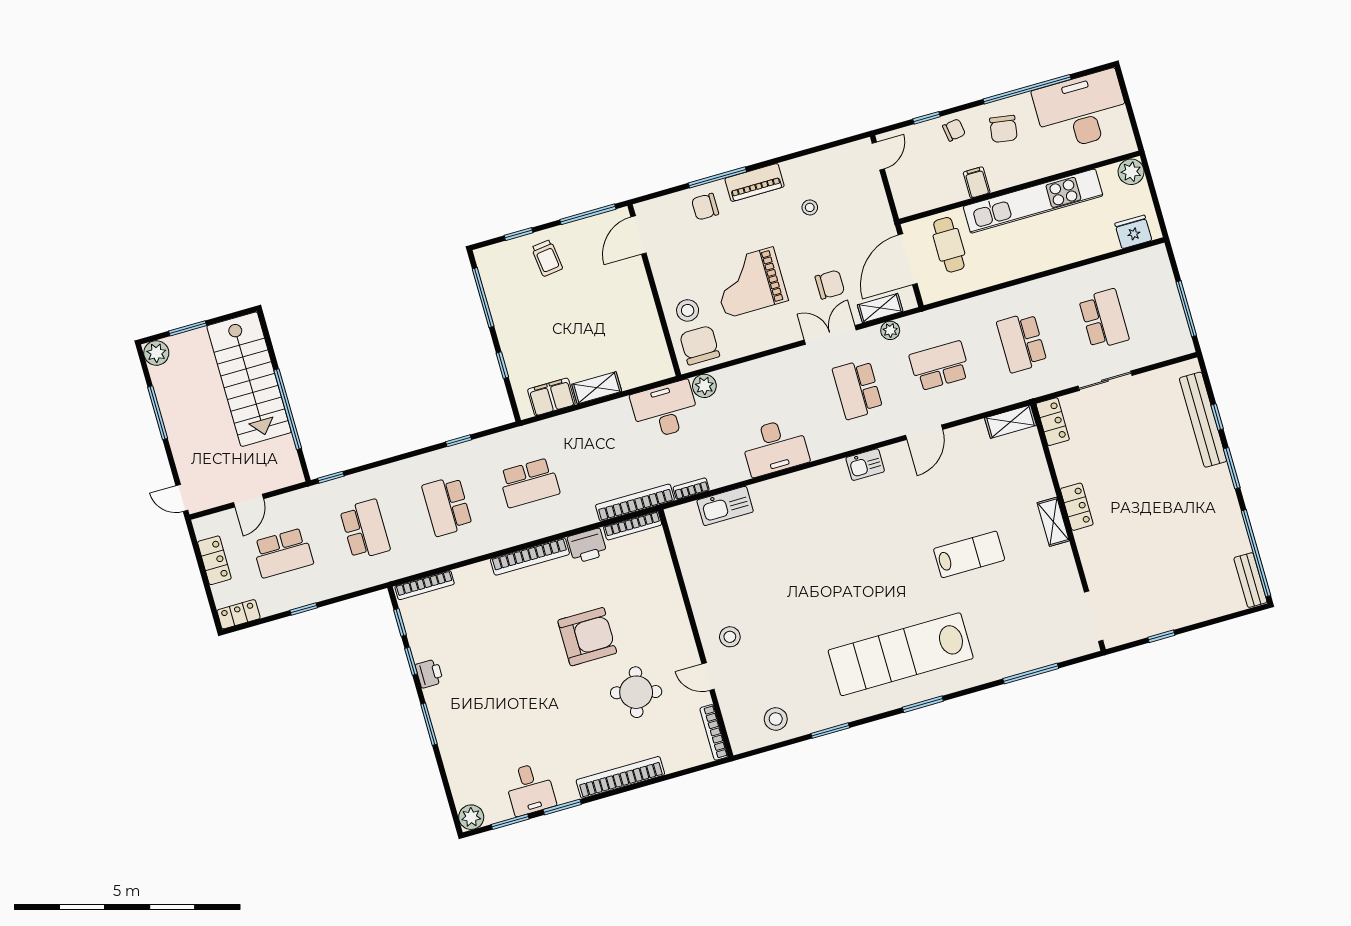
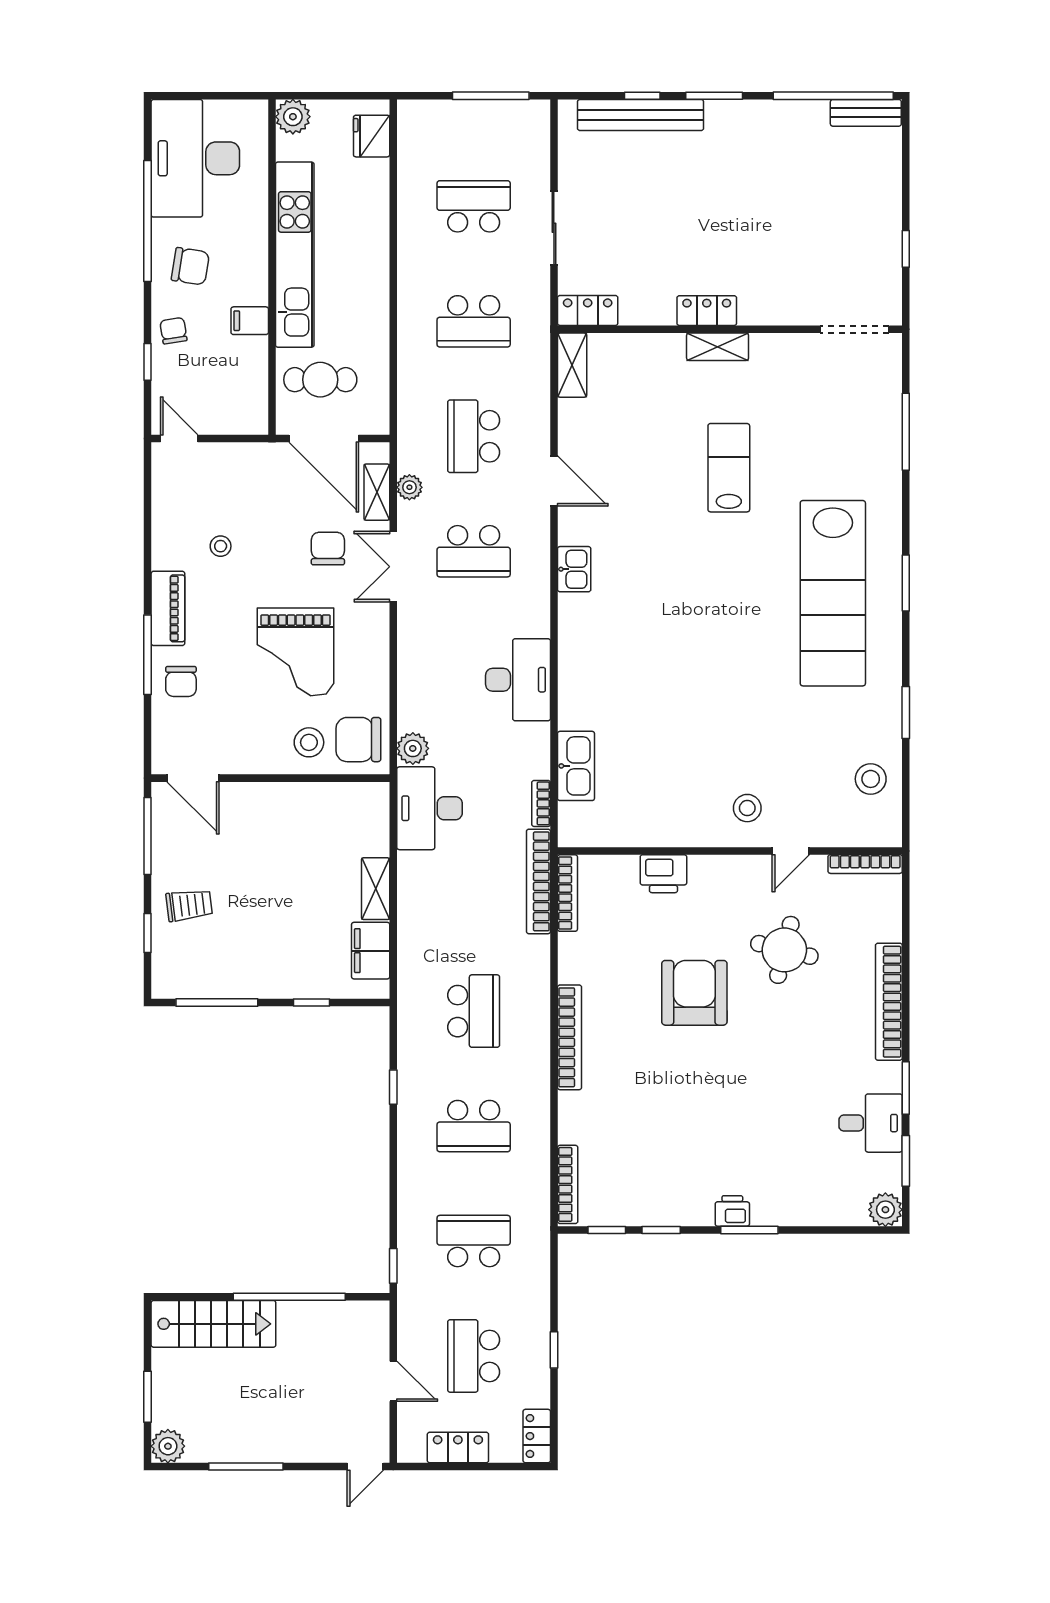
stairs: (249, 379) -> (213, 1324), width x0.73, depth x0.66
printer: (587, 546) -> (663, 874), moved, turned 90
school desk: (283, 553) -> (474, 1356), turned 180
printer: (429, 673) -> (732, 1211), moved

